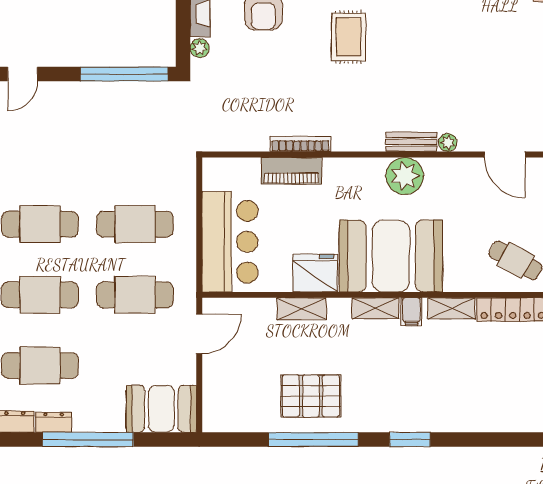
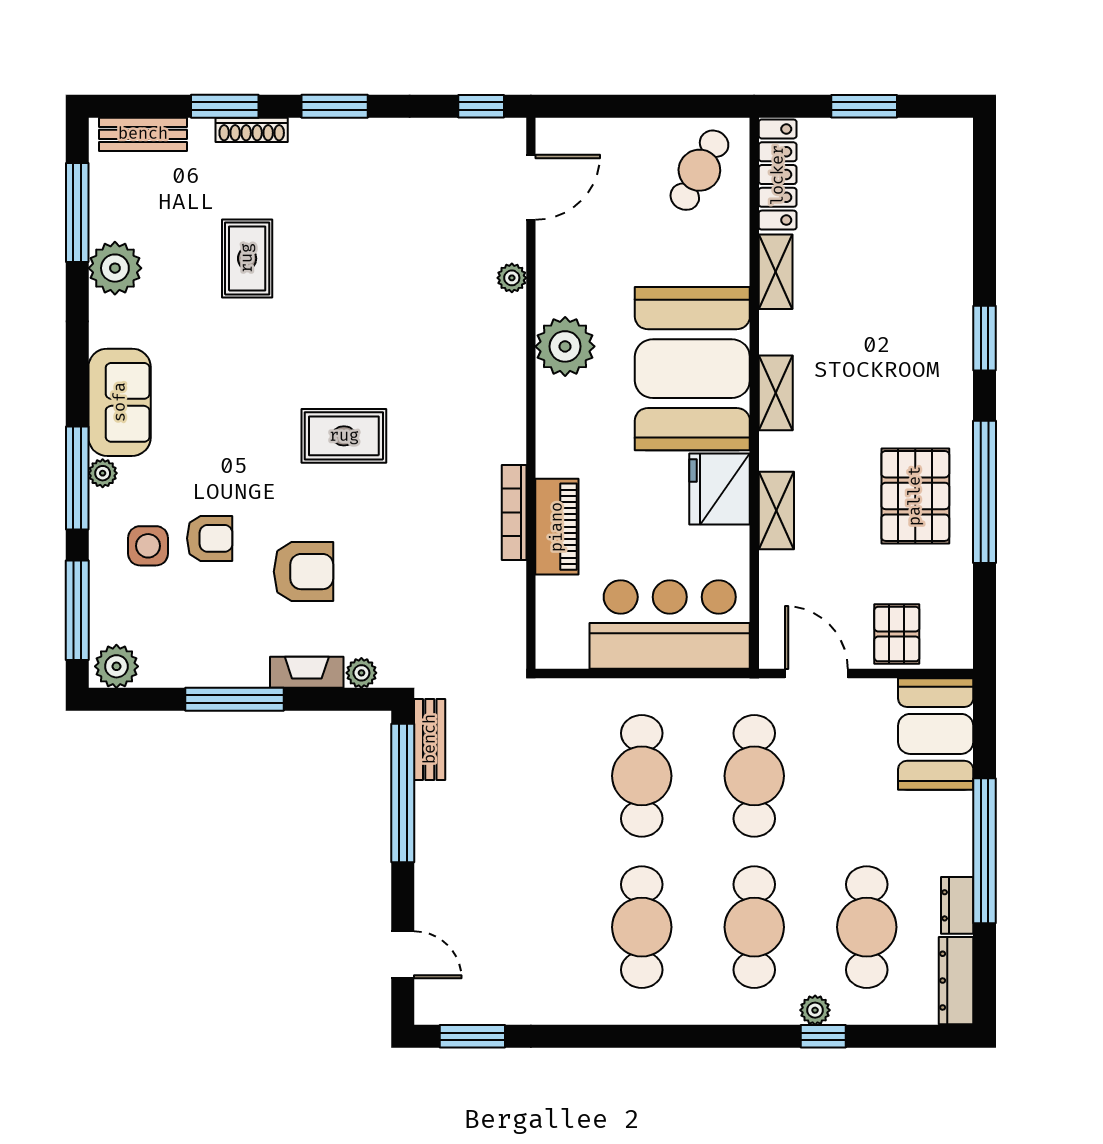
bench: (411, 142) -> (430, 739), moved
filing cabinet: (411, 312) -> (781, 336), removed
pallet: (224, 384) -> (897, 634), added

